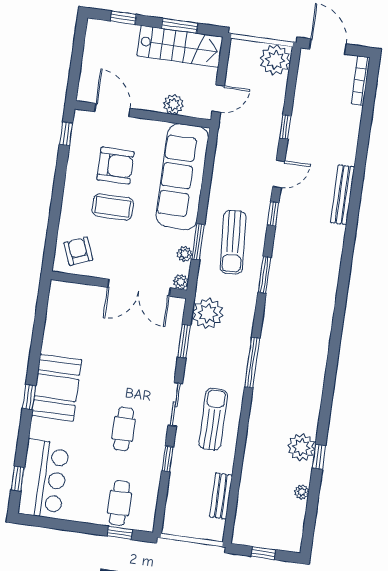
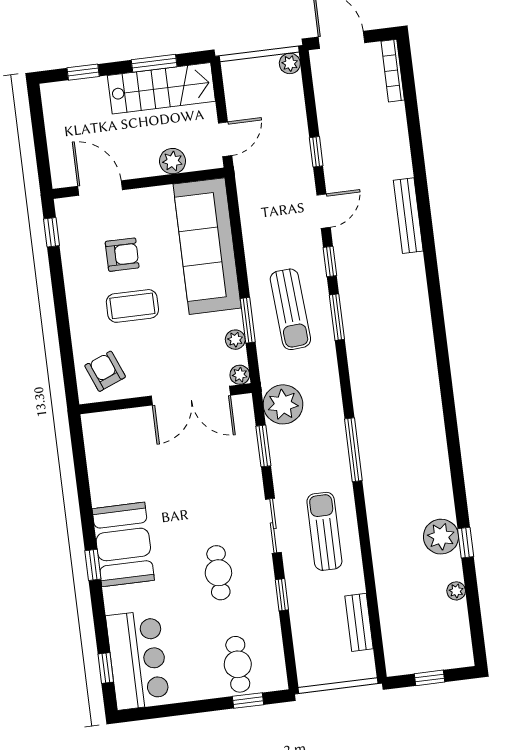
plant: (275, 60) -> (290, 63), width x0.53, depth x0.53
armchair: (116, 166) -> (122, 255), width x0.72, depth x0.72
window: (265, 275) -> (337, 317), moved

